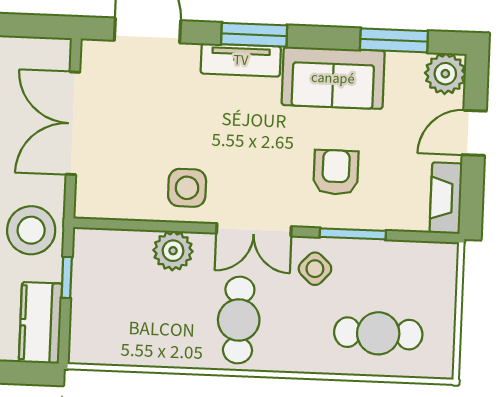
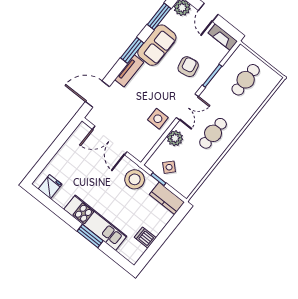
window: (254, 35) -> (132, 50), moved
armchair: (336, 172) -> (188, 67), turned 79
side table: (315, 269) -> (169, 167), moved
cafe table: (239, 320) -> (213, 133), turned 90
cafe table: (378, 333) -> (246, 80), moved

